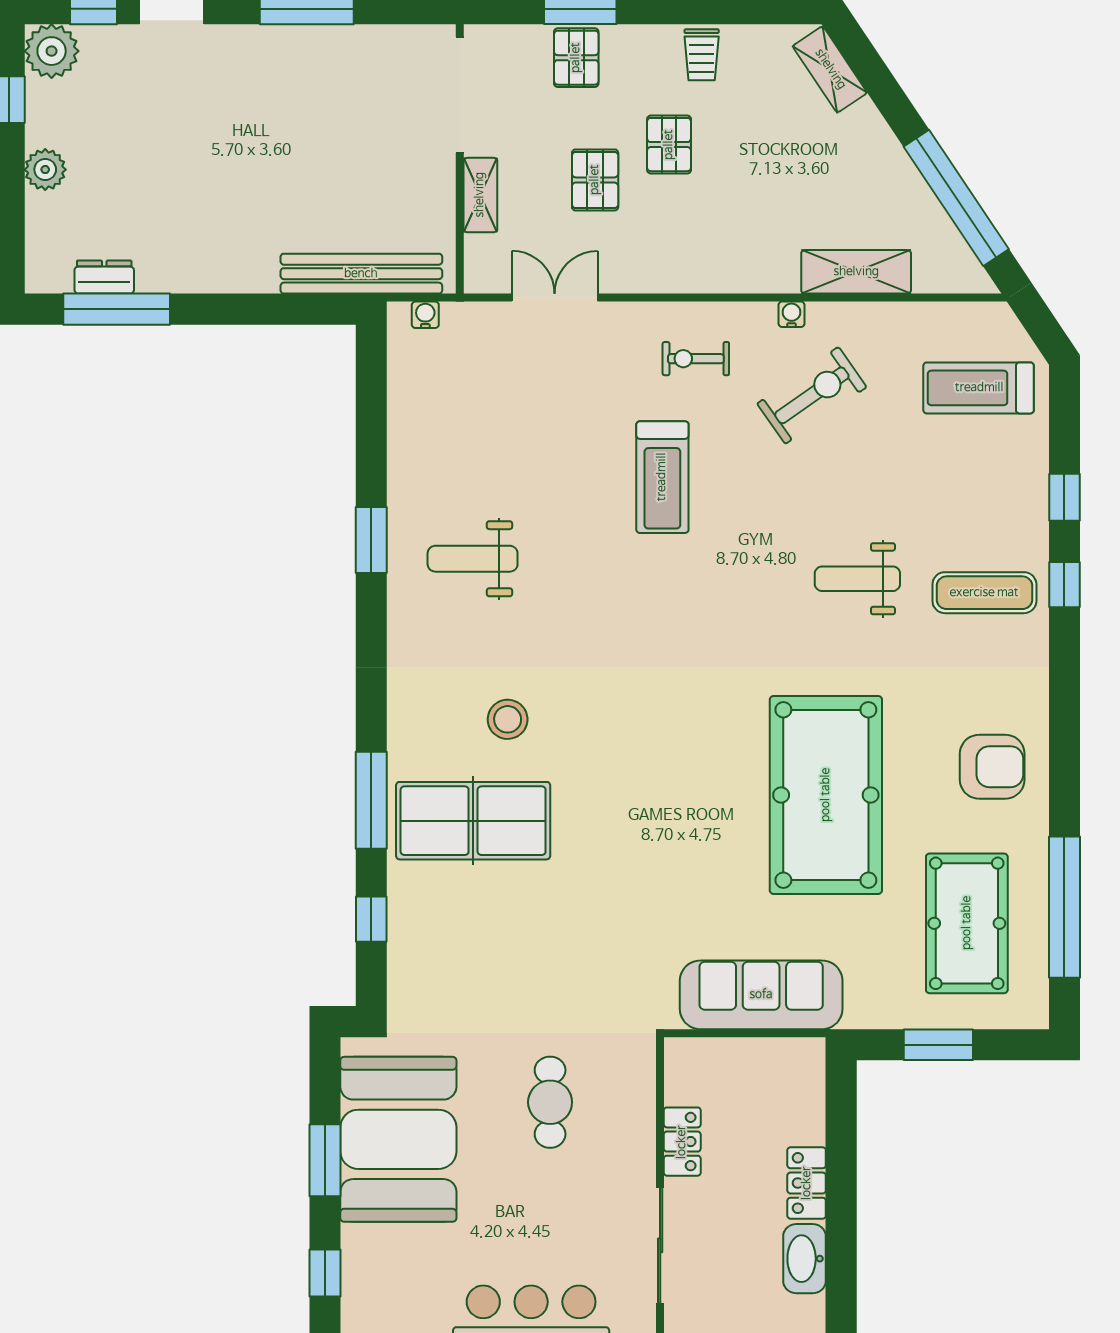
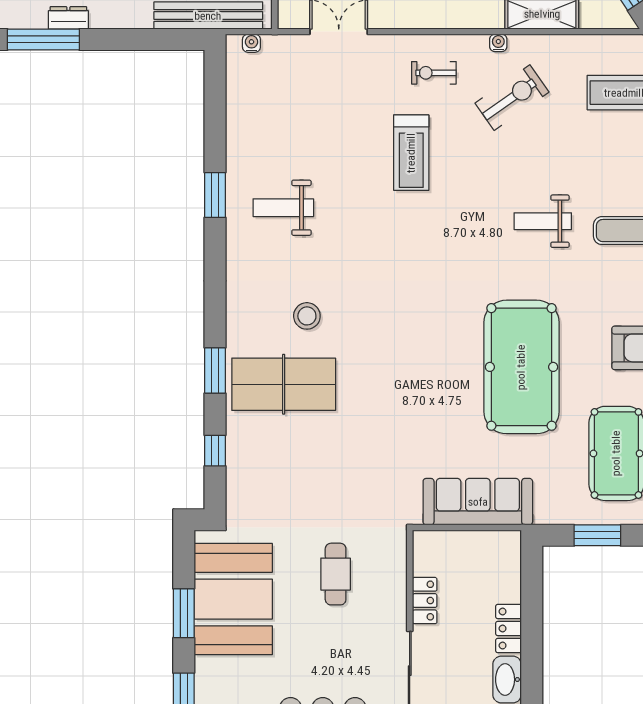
dresser: (104, 277) -> (68, 18), moved
window: (371, 800) -> (215, 371), width x0.69

